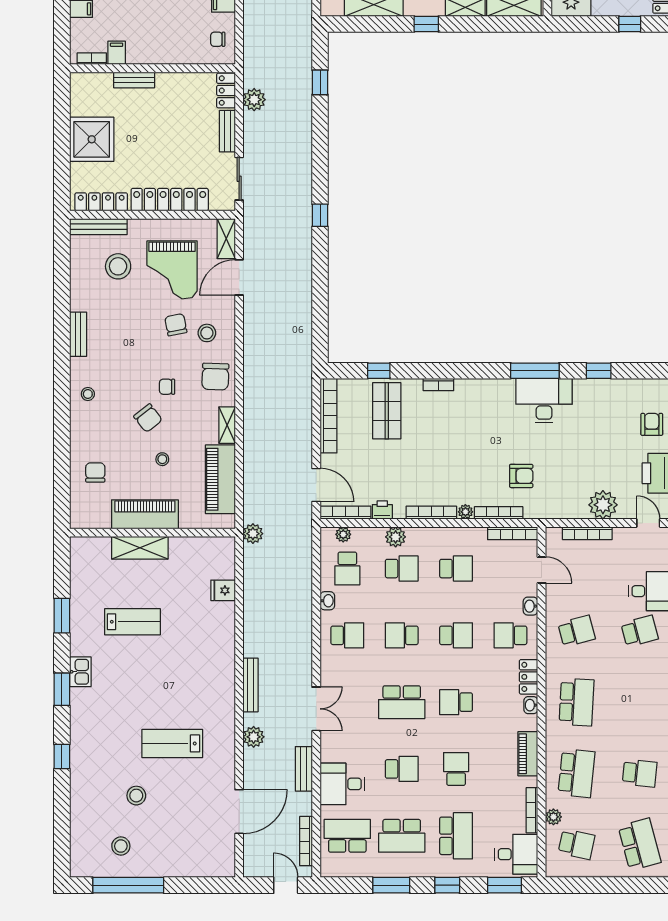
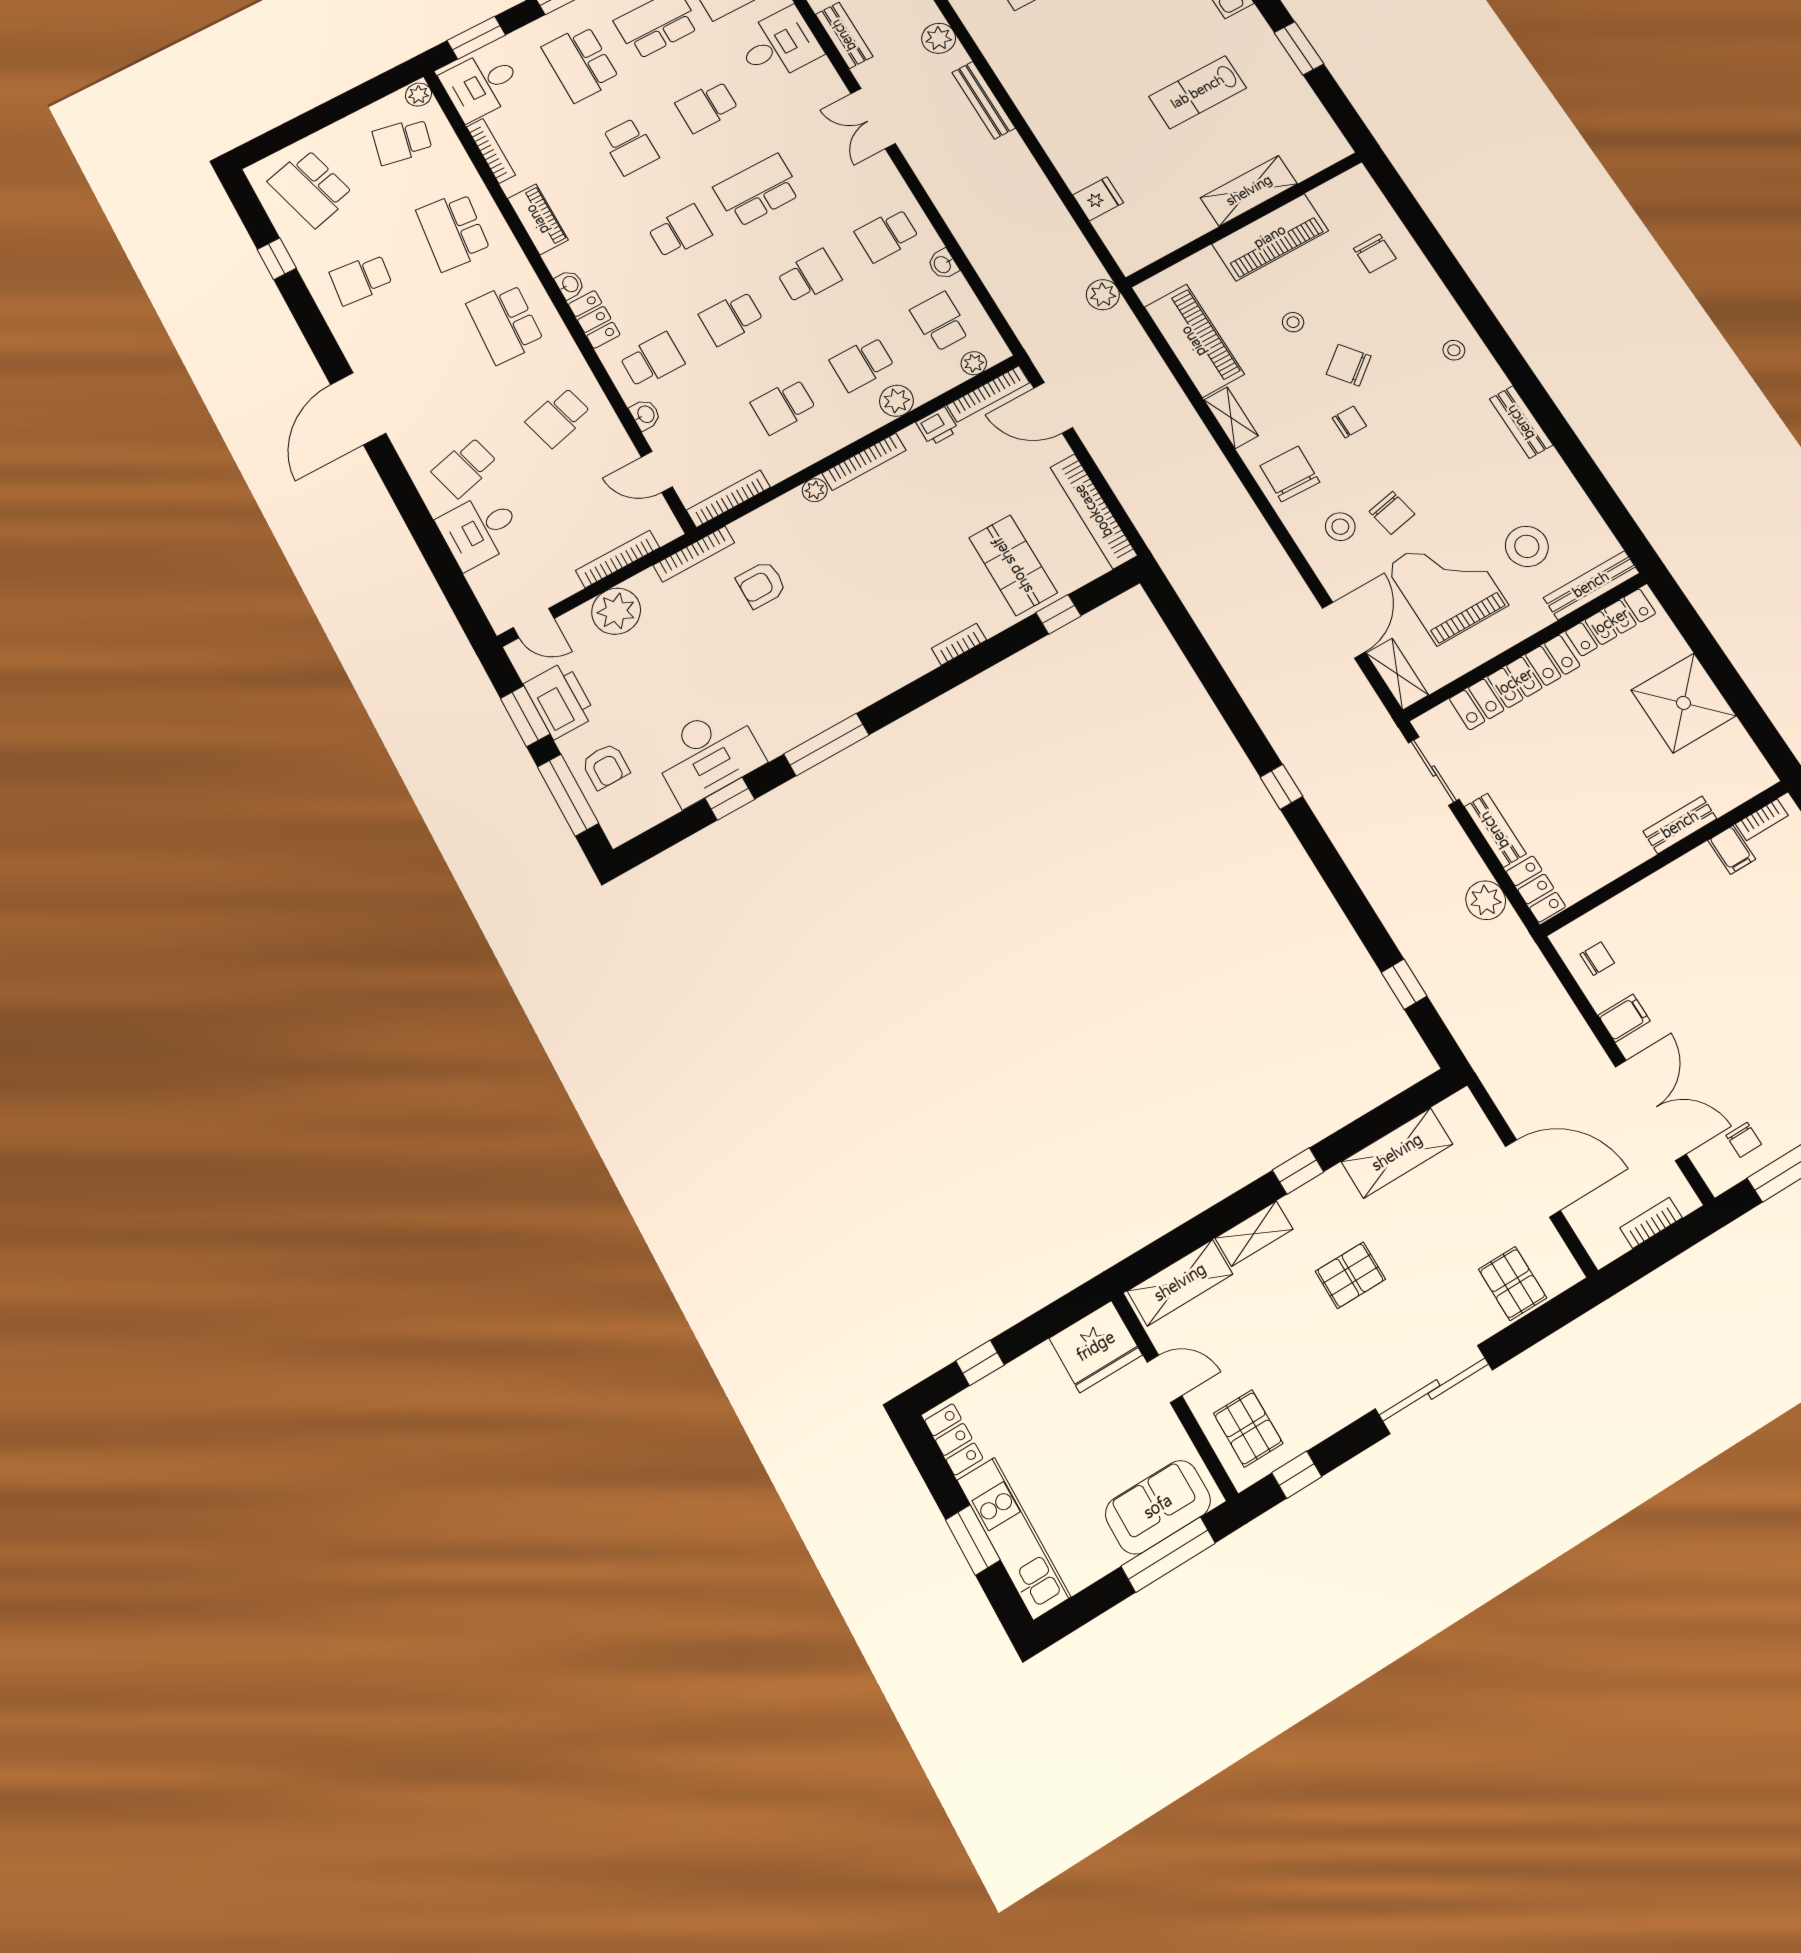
desk: (544, 401) -> (708, 754), moved
bookcase: (499, 513) -> (694, 554), moved
plant: (553, 817) -> (418, 95), moved

